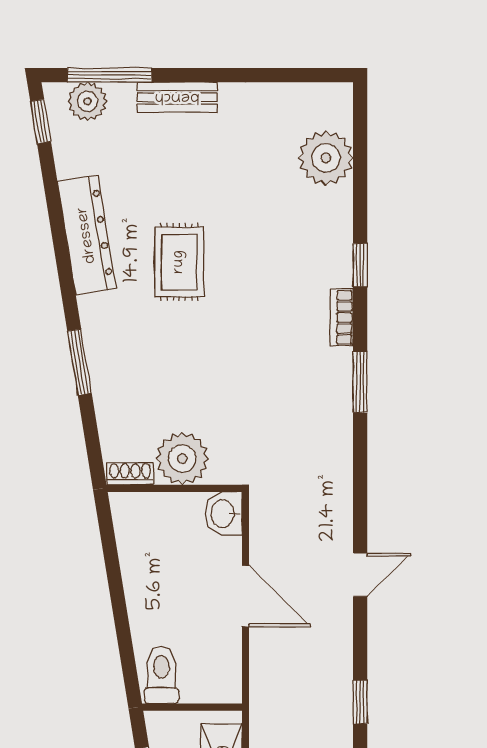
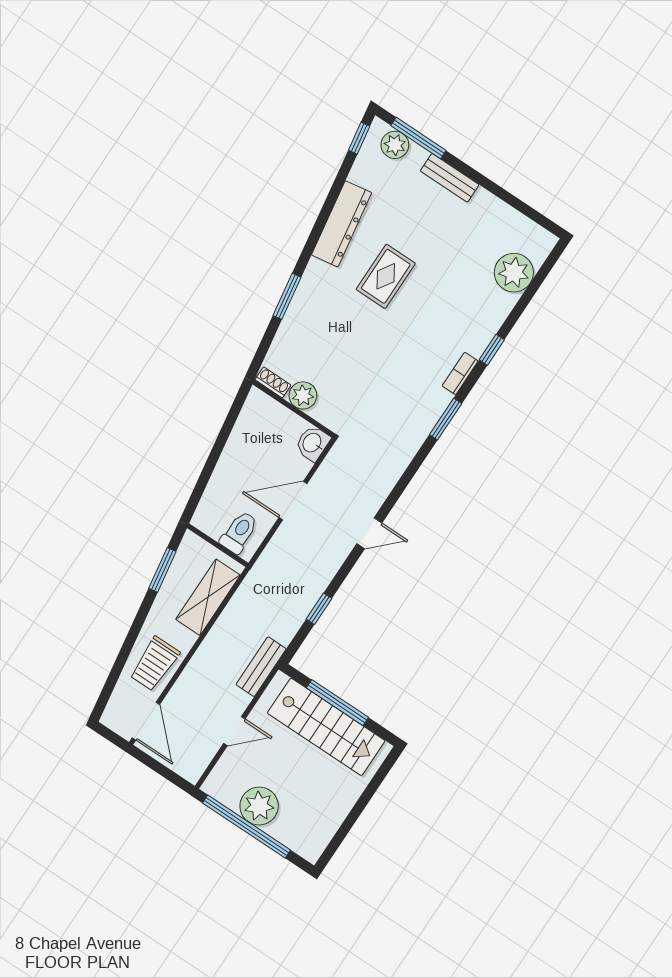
plant: (182, 459) -> (303, 395), width x0.73, depth x0.73
door: (246, 596) -> (293, 501), swing flipped
toilet: (161, 675) -> (239, 532), moved

